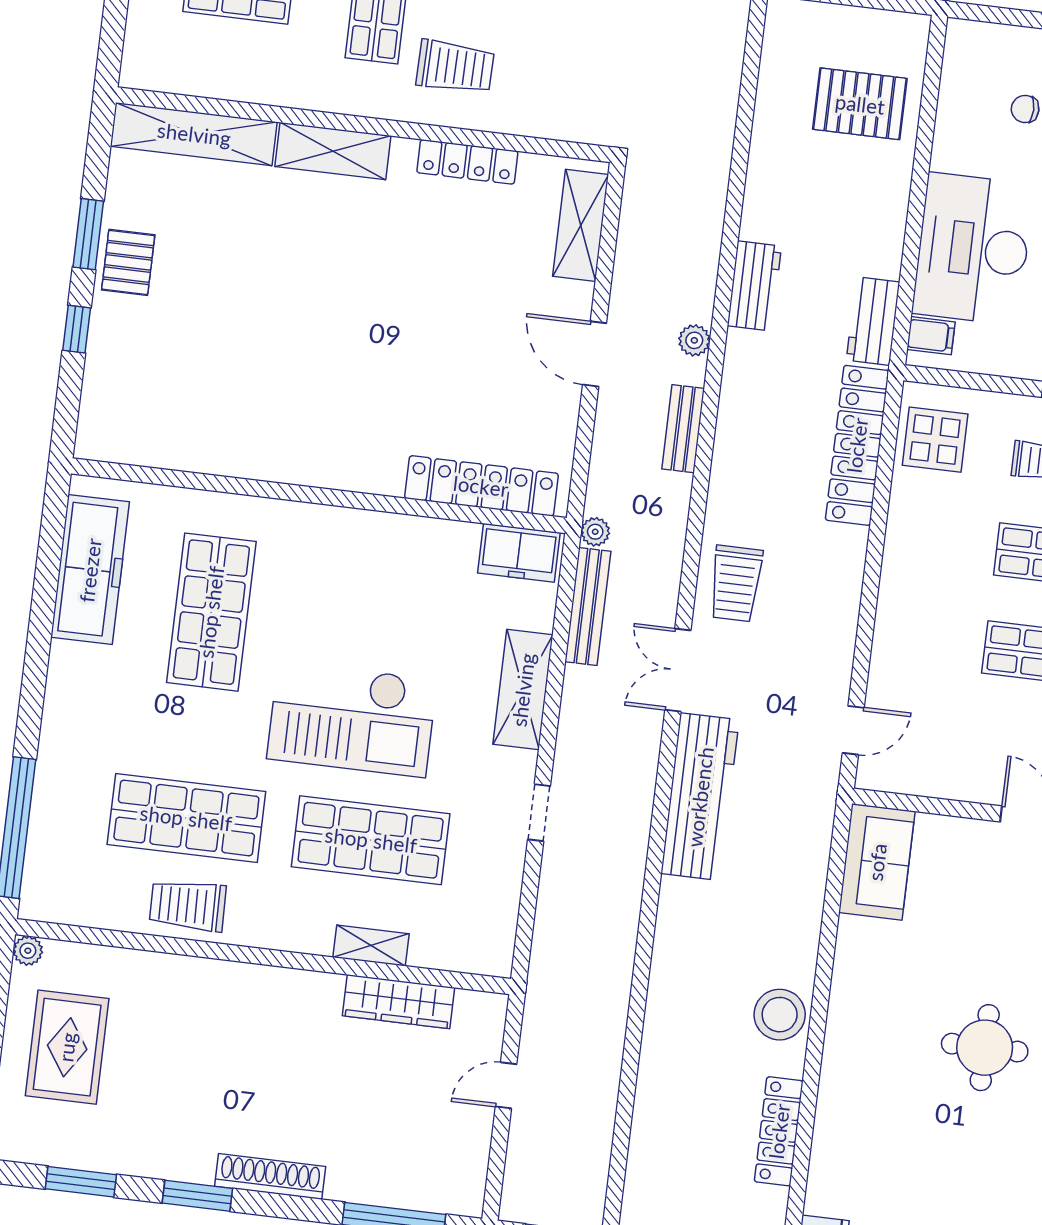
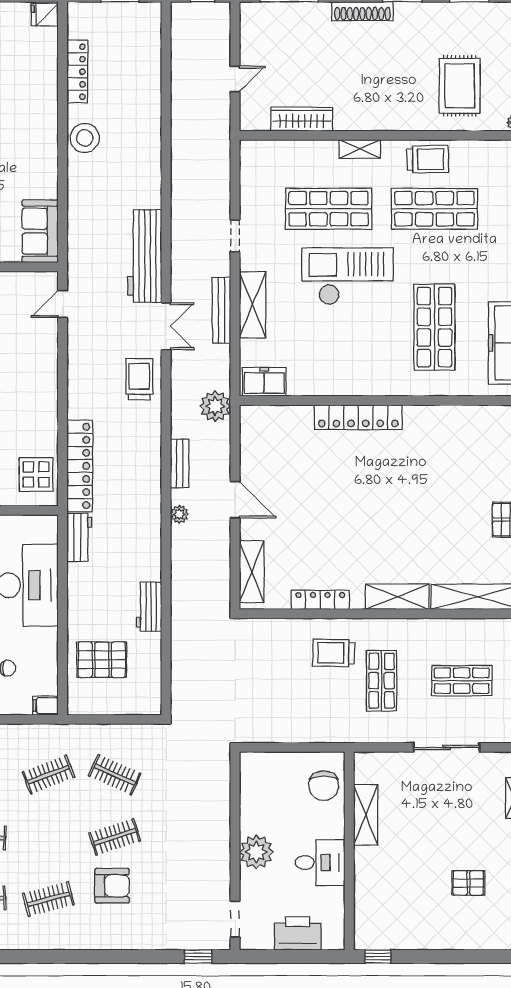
workbench: (754, 286) -> (149, 607), moved
filing cabinet: (931, 336) -> (46, 706), moved
locker: (481, 486) -> (358, 417), moved
plant: (595, 532) -> (215, 406), width x1.87, depth x1.87
bench: (588, 606) -> (221, 310), moved
shelving: (371, 946) -> (360, 149), moved
rug: (67, 1047) -> (460, 86), moved

